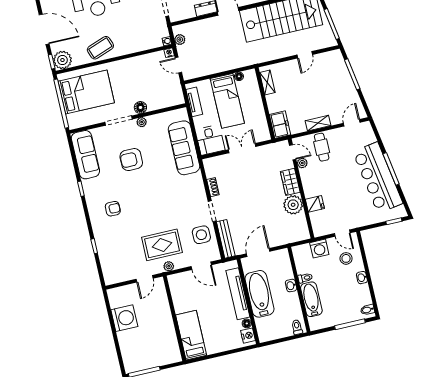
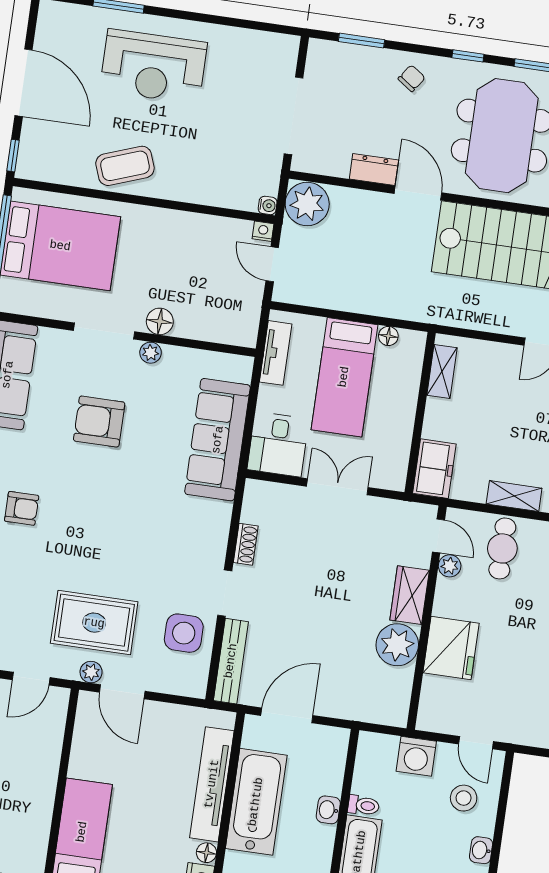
plant: (180, 40) -> (307, 204), width x1.87, depth x1.87
plant: (62, 60) -> (37, 161), removed
fridge: (315, 204) -> (451, 648), width x1.88, depth x1.34
door: (201, 266) -> (122, 692), moved

